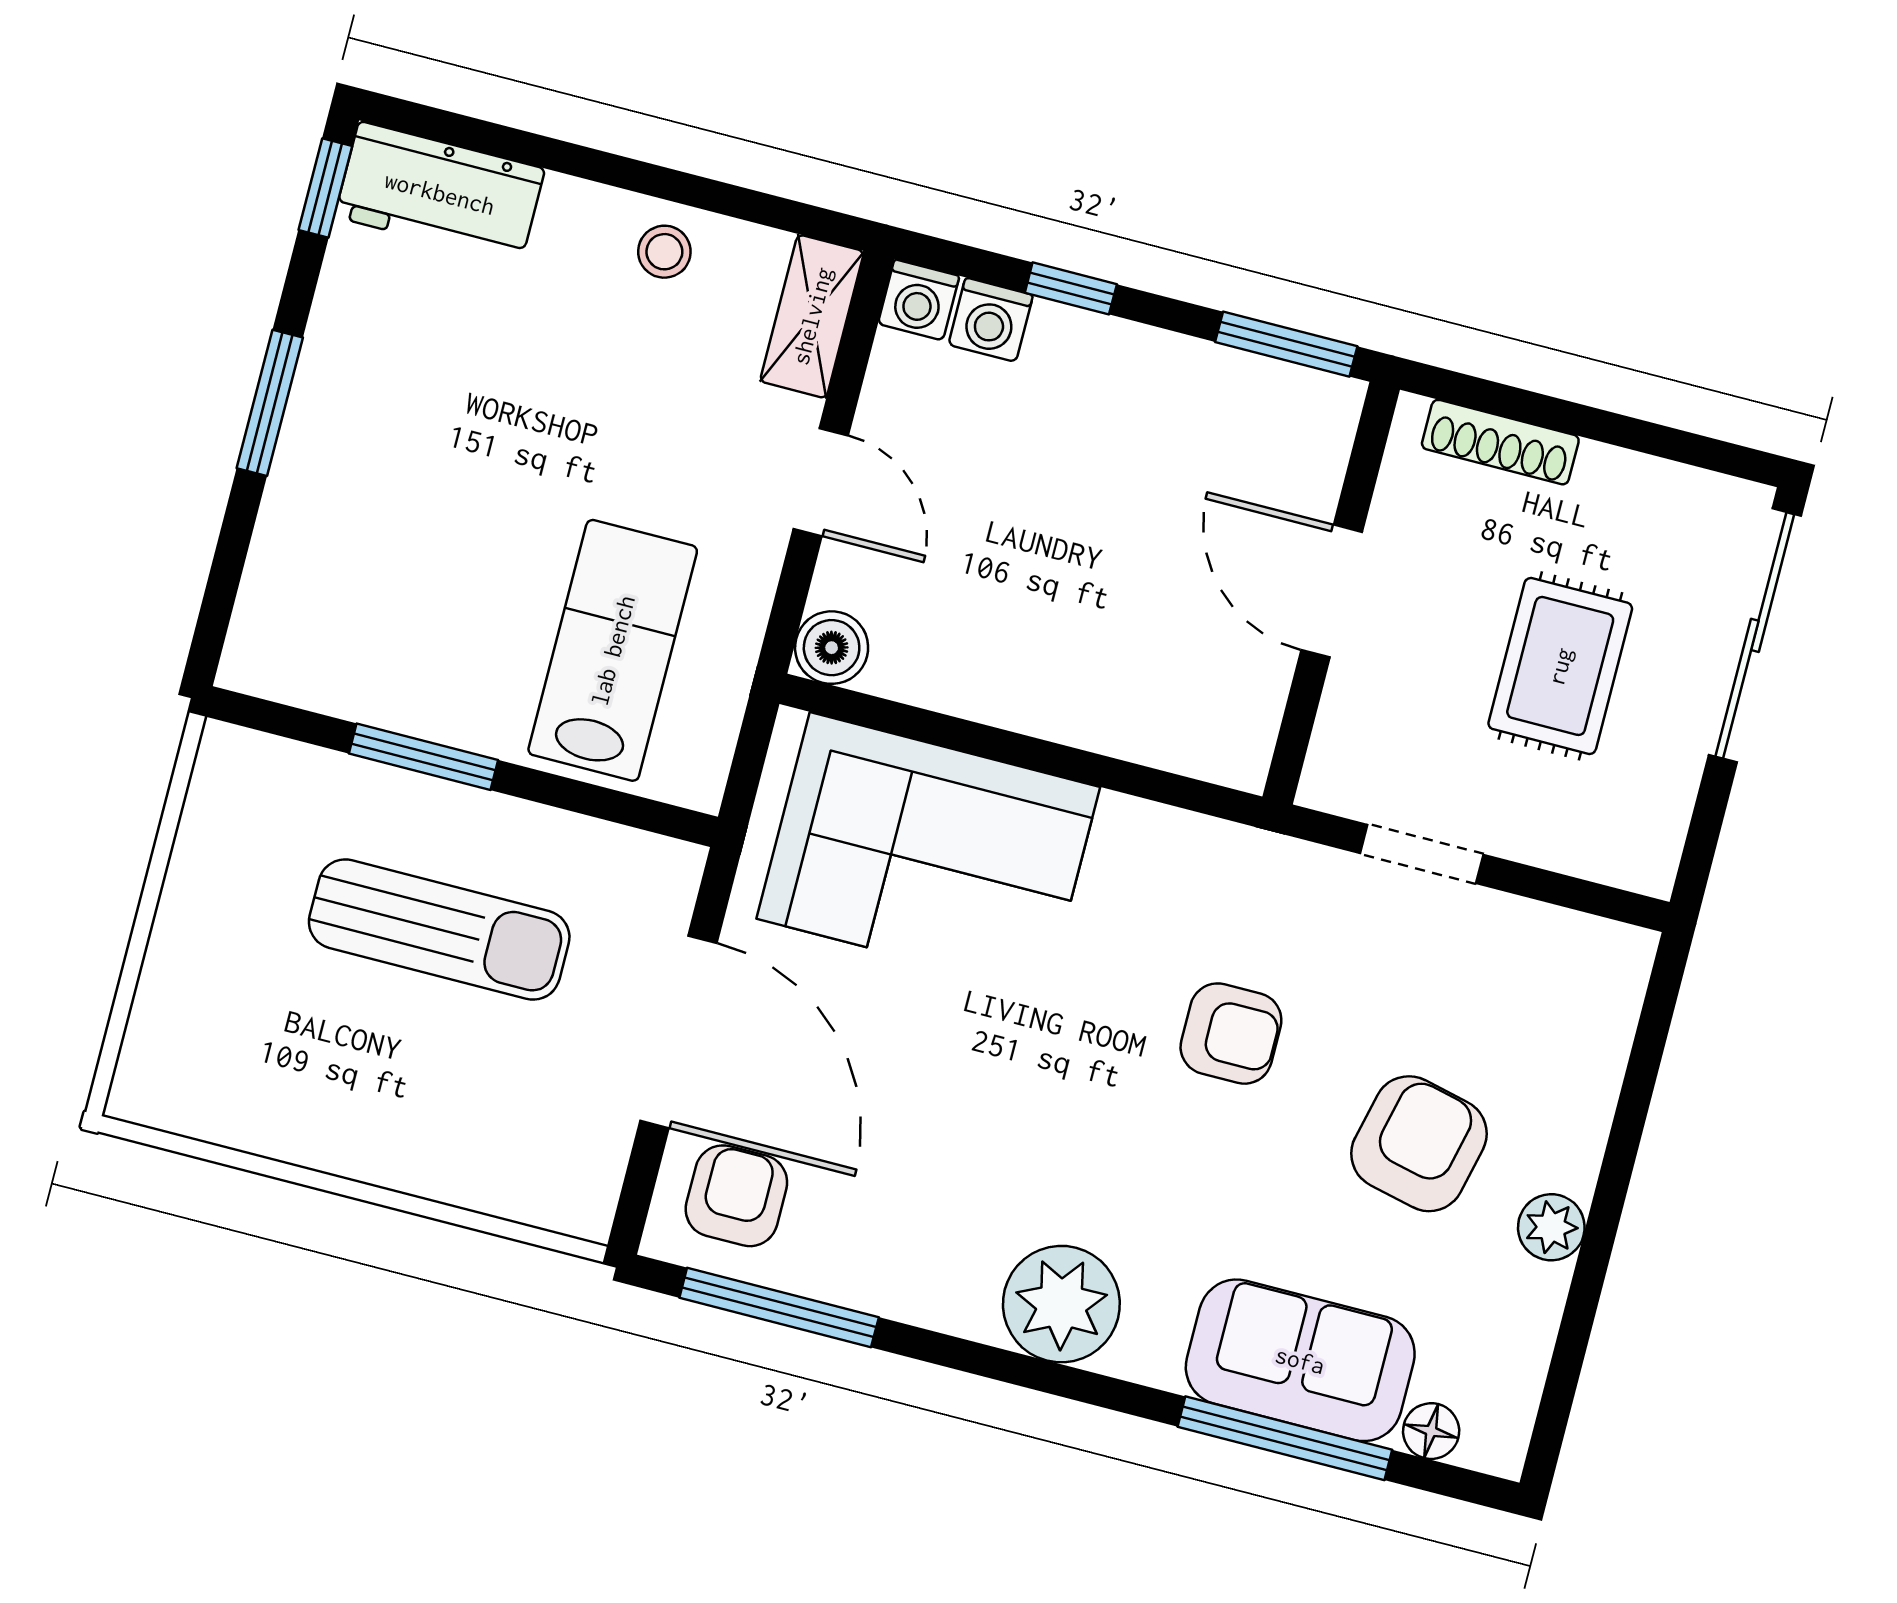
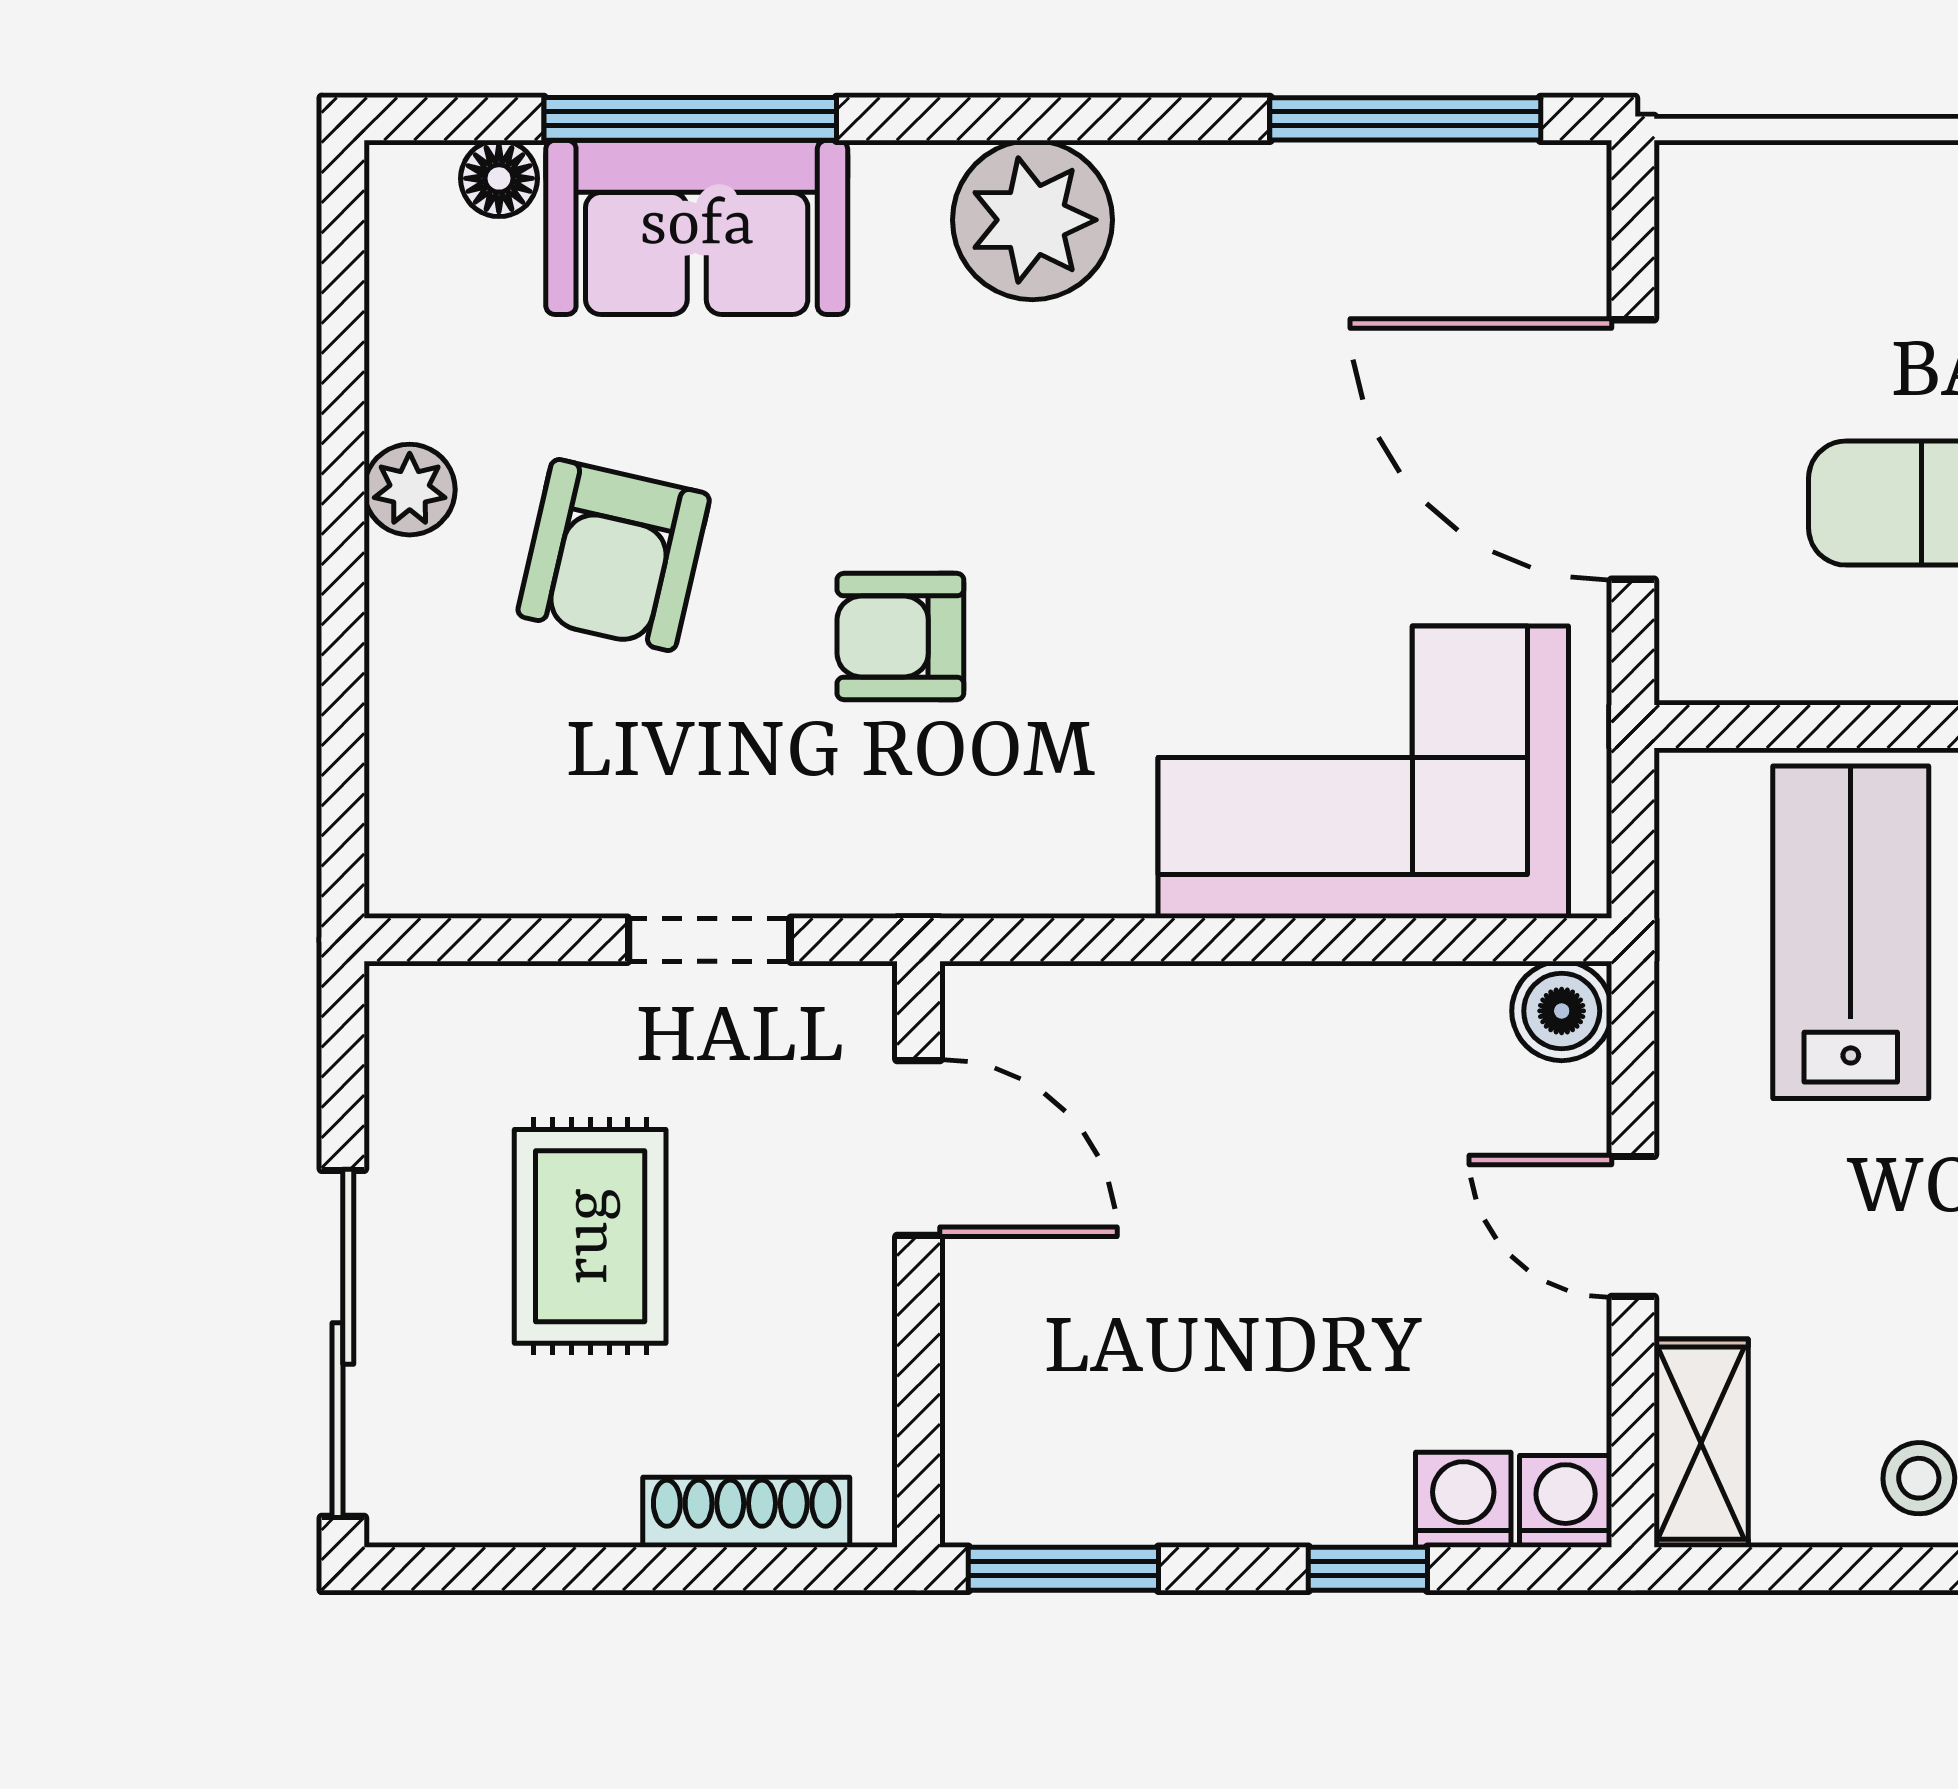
door: (1332, 591) -> (919, 1148), moved
lab bench: (613, 650) -> (1851, 932), turned 180
armchair: (736, 1196) -> (1500, 252), removed

